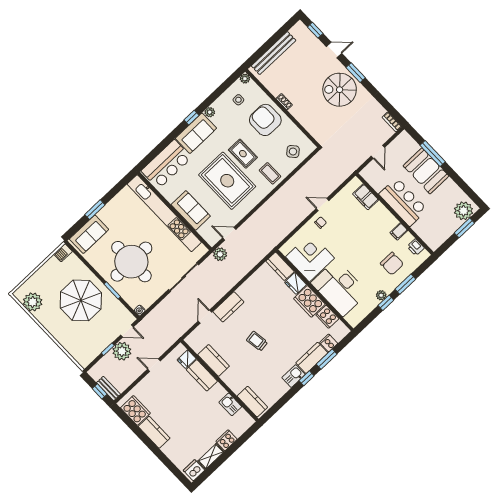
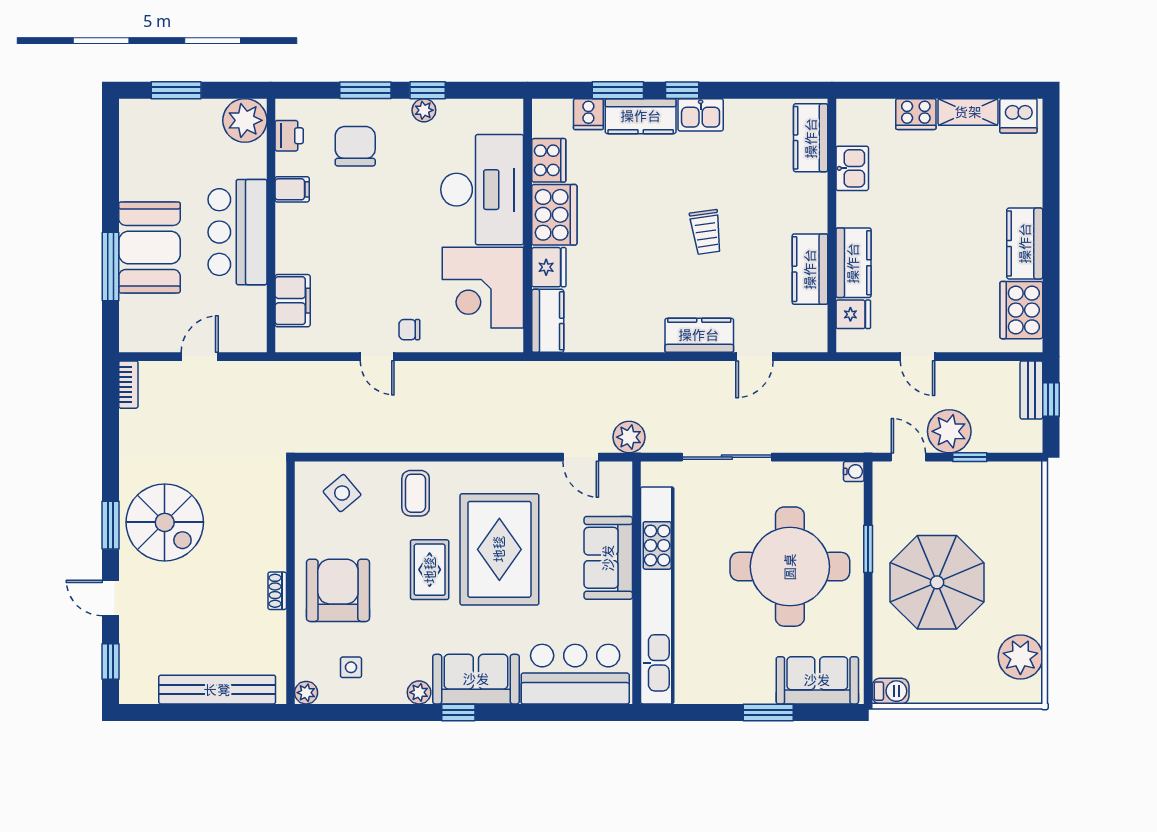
armchair: (265, 120) -> (338, 590), turned 180
plant: (464, 211) -> (245, 120), moved

